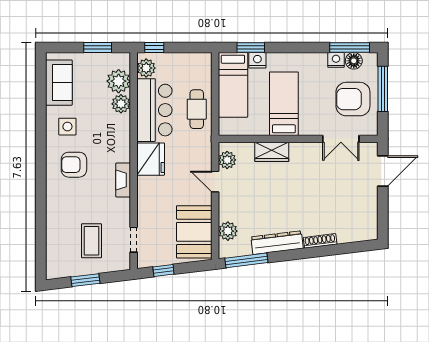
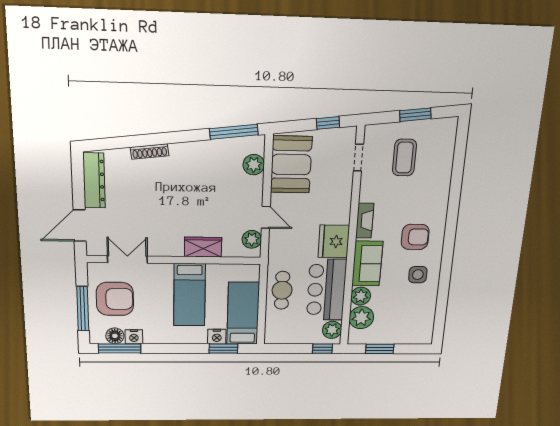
sofa: (59, 83) -> (367, 264), moved, turned 180
dresser: (277, 243) -> (94, 180), moved, turned -83

